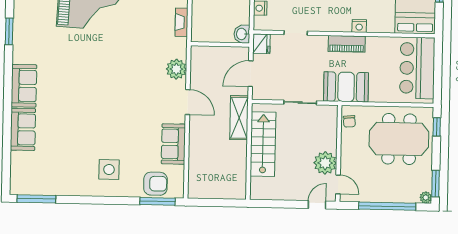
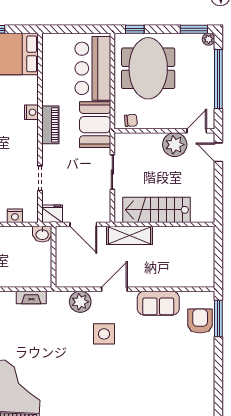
bar counter: (417, 68) -> (93, 68), moved, turned 90
side table: (109, 170) -> (104, 334), moved

